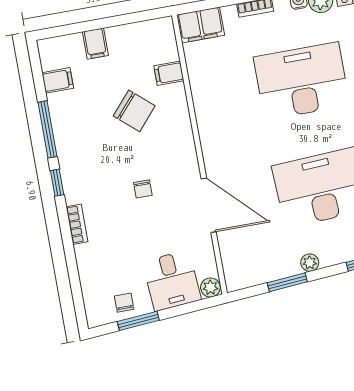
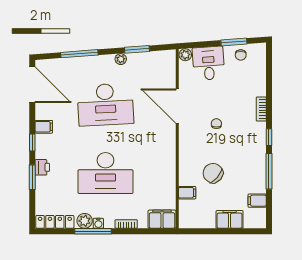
filing cabinet: (95, 44) -> (230, 219), width x2.00

